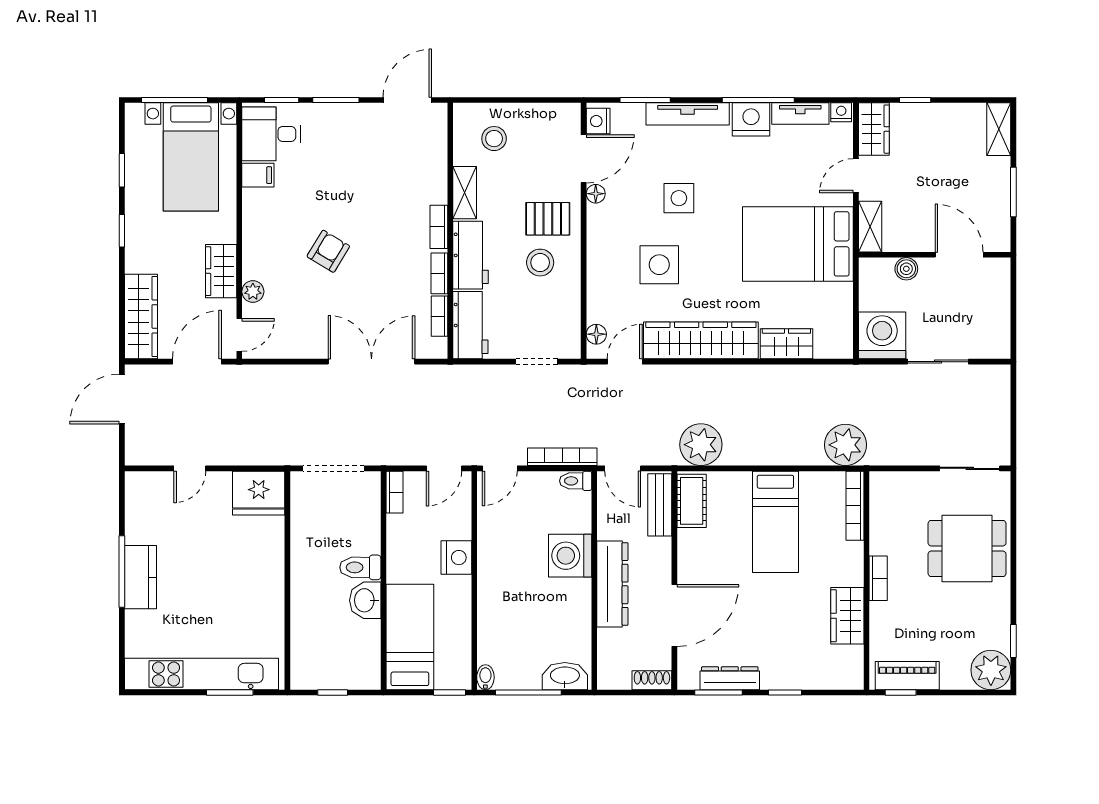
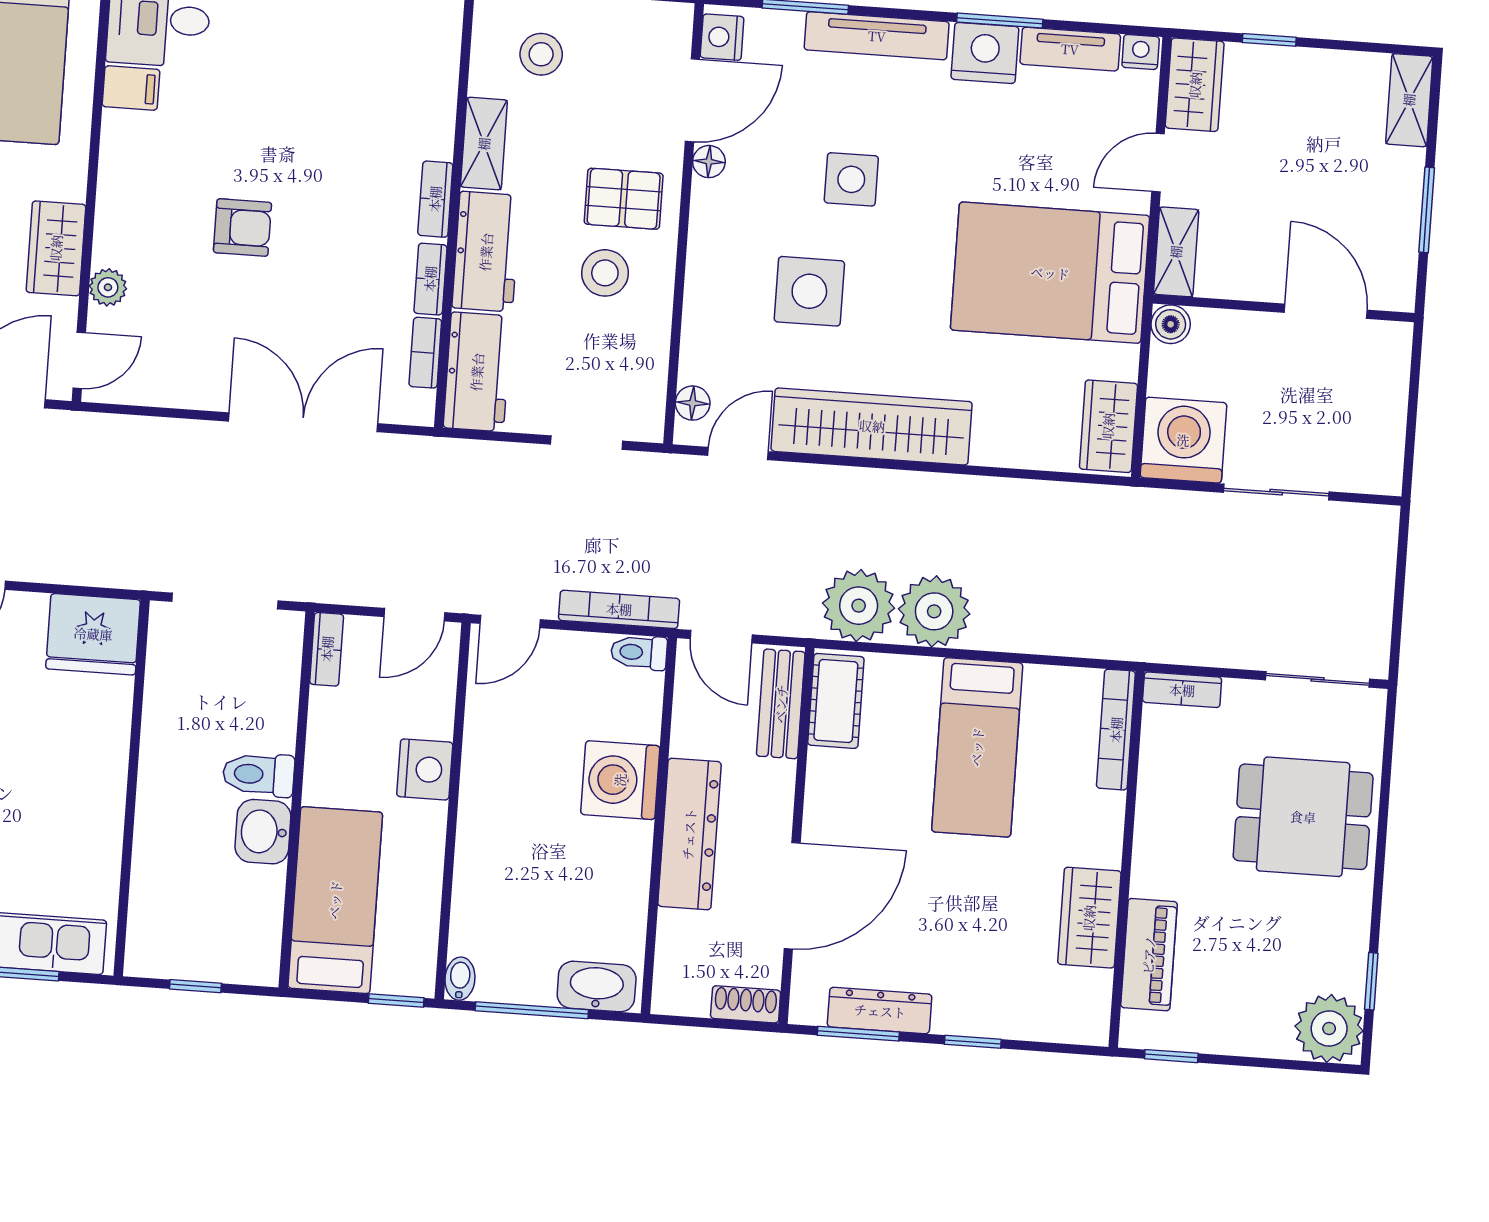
window: (758, 100) -> (1000, 21), width x0.69
armchair: (328, 251) -> (242, 227), turned 59
boiler: (906, 269) -> (1171, 324), moved
wardrobe: (786, 344) -> (1108, 426), moved, turned -90
plant: (845, 445) -> (934, 611), moved
bookcase: (878, 578) -> (1182, 690), moved, turned 90
piano: (907, 676) -> (1149, 955), moved, turned 90

